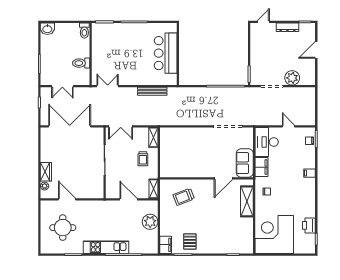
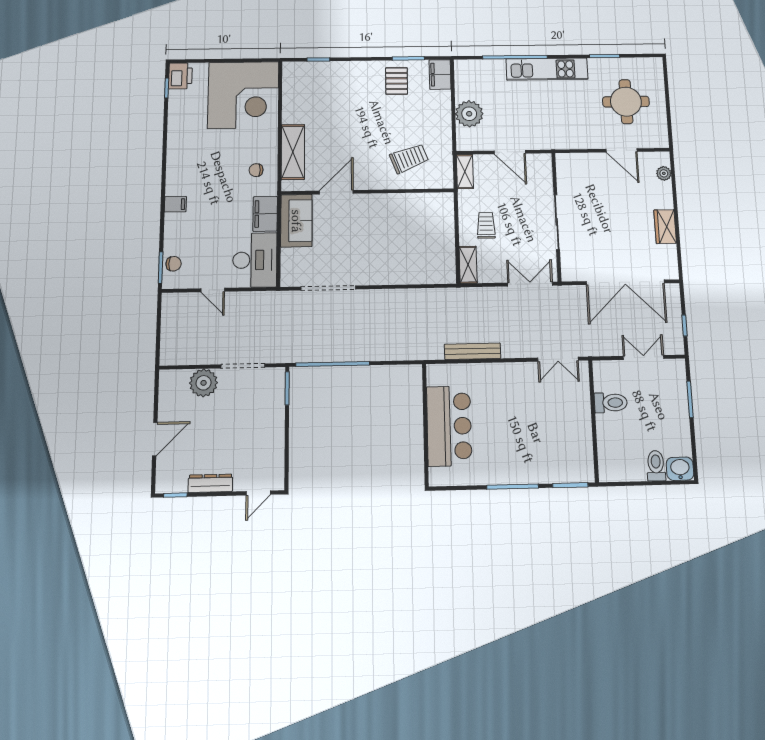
toilet: (84, 31) -> (656, 466), moved
wardrobe: (46, 172) -> (665, 227), moved
printer: (309, 225) -> (180, 76), moved

